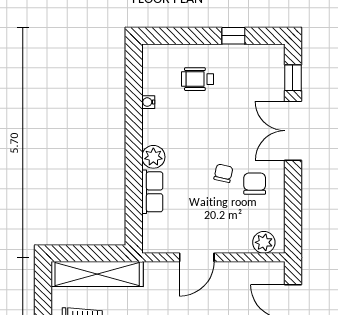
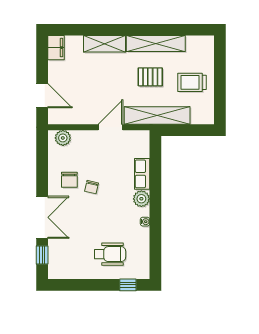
window: (233, 36) -> (128, 285), moved
wheelchair: (197, 79) -> (110, 254), width x1.36, depth x1.37
water cooler: (148, 102) -> (145, 222), moved
shelving: (97, 274) -> (157, 115), moved

